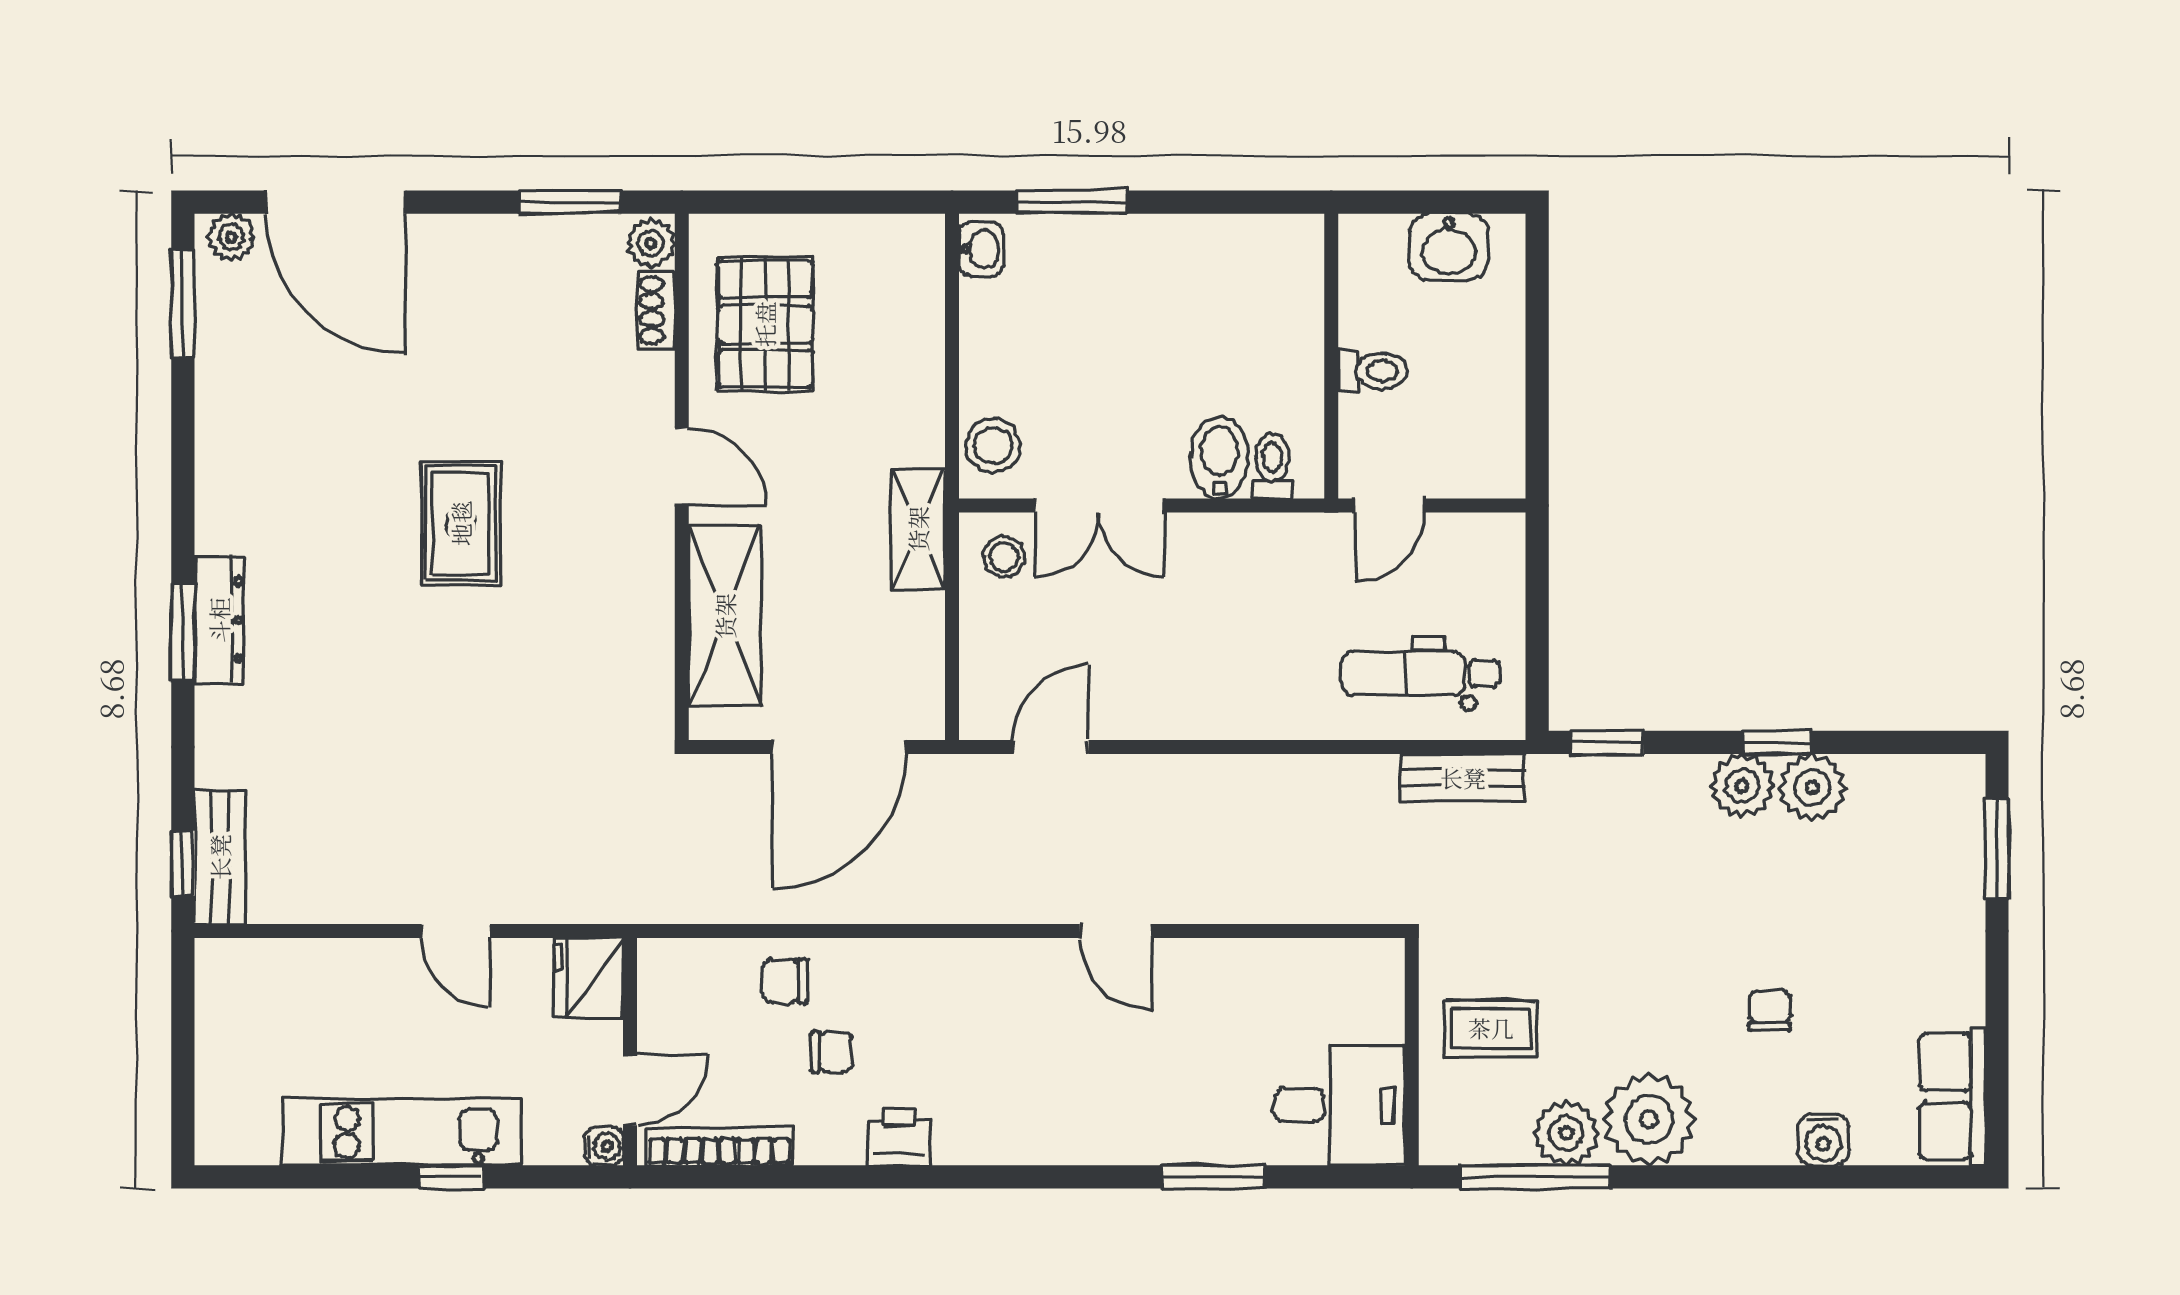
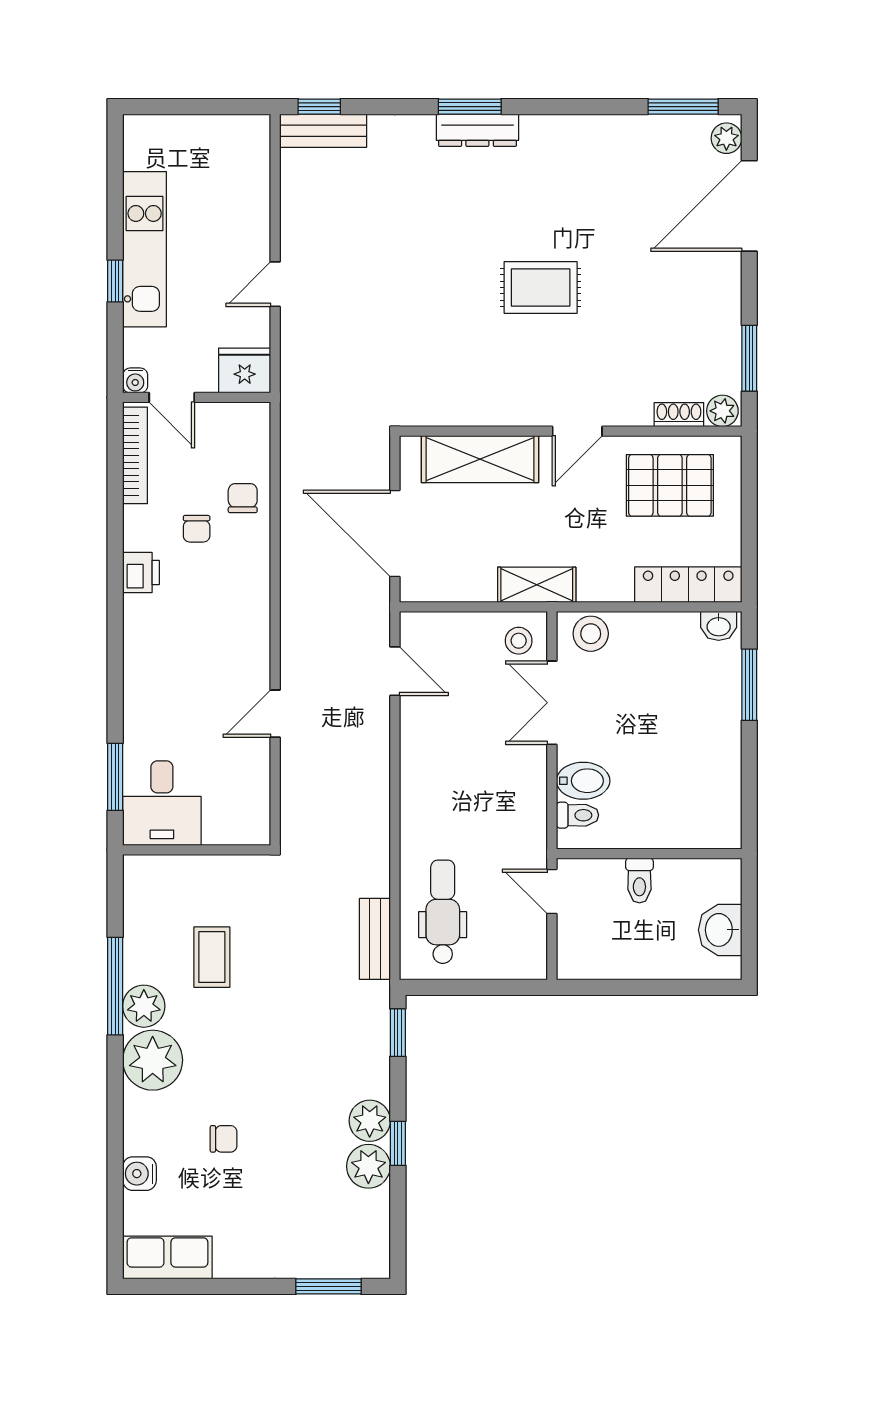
locker: (918, 296) -> (688, 585), added
wall: (1412, 1052) -> (197, 850), moved
desk: (1340, 1105) -> (162, 803), moved

